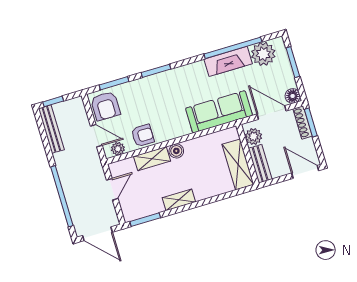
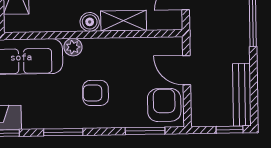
window: (156, 71) -> (63, 132), moved
armchair: (143, 135) -> (96, 93), moved
plant: (118, 149) -> (73, 47), moved

